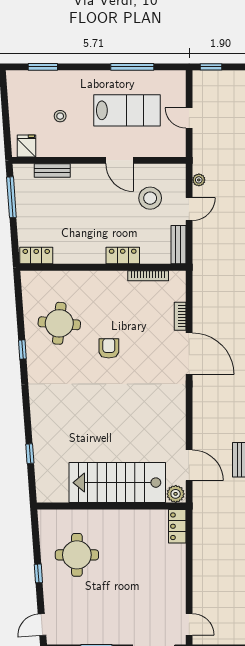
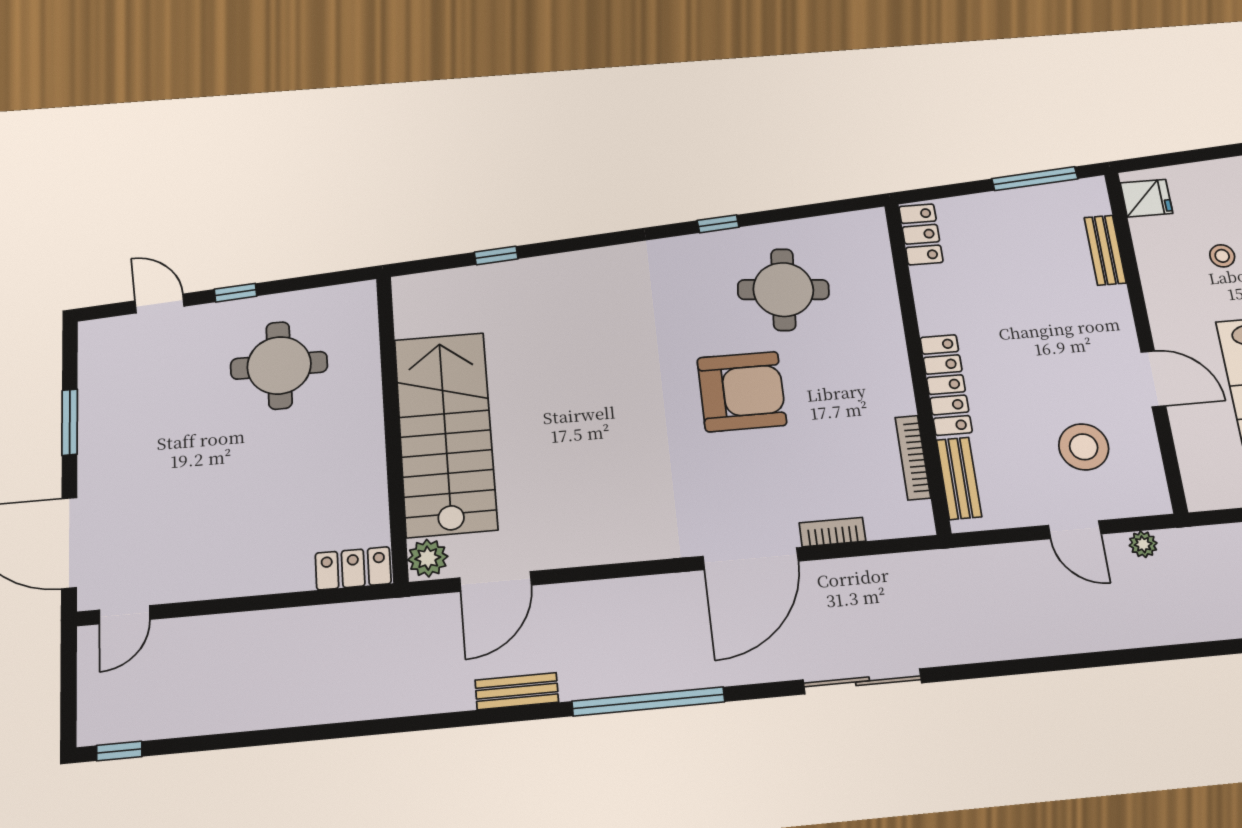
door: (120, 160) -> (1153, 379), swing flipped
bench: (178, 245) -> (959, 478), moved, turned 90
locker: (123, 255) -> (946, 385), width x1.53
armchair: (109, 348) -> (742, 391), width x1.88, depth x1.88
door: (42, 625) -> (160, 303), moved

